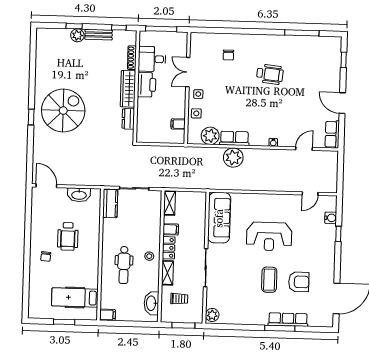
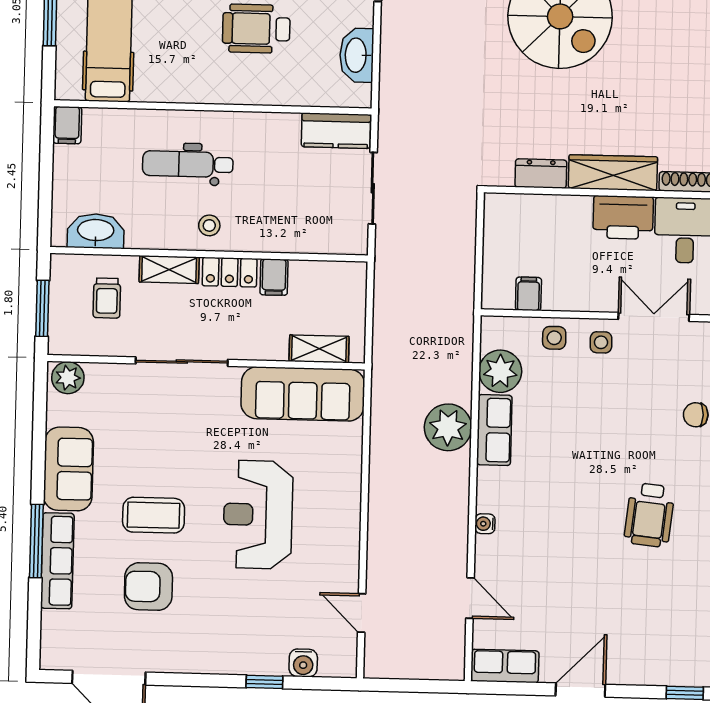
shelving: (170, 203) -> (319, 349), moved
armchair: (299, 282) -> (148, 587), turned 90
sofa: (250, 315) -> (68, 469), added

